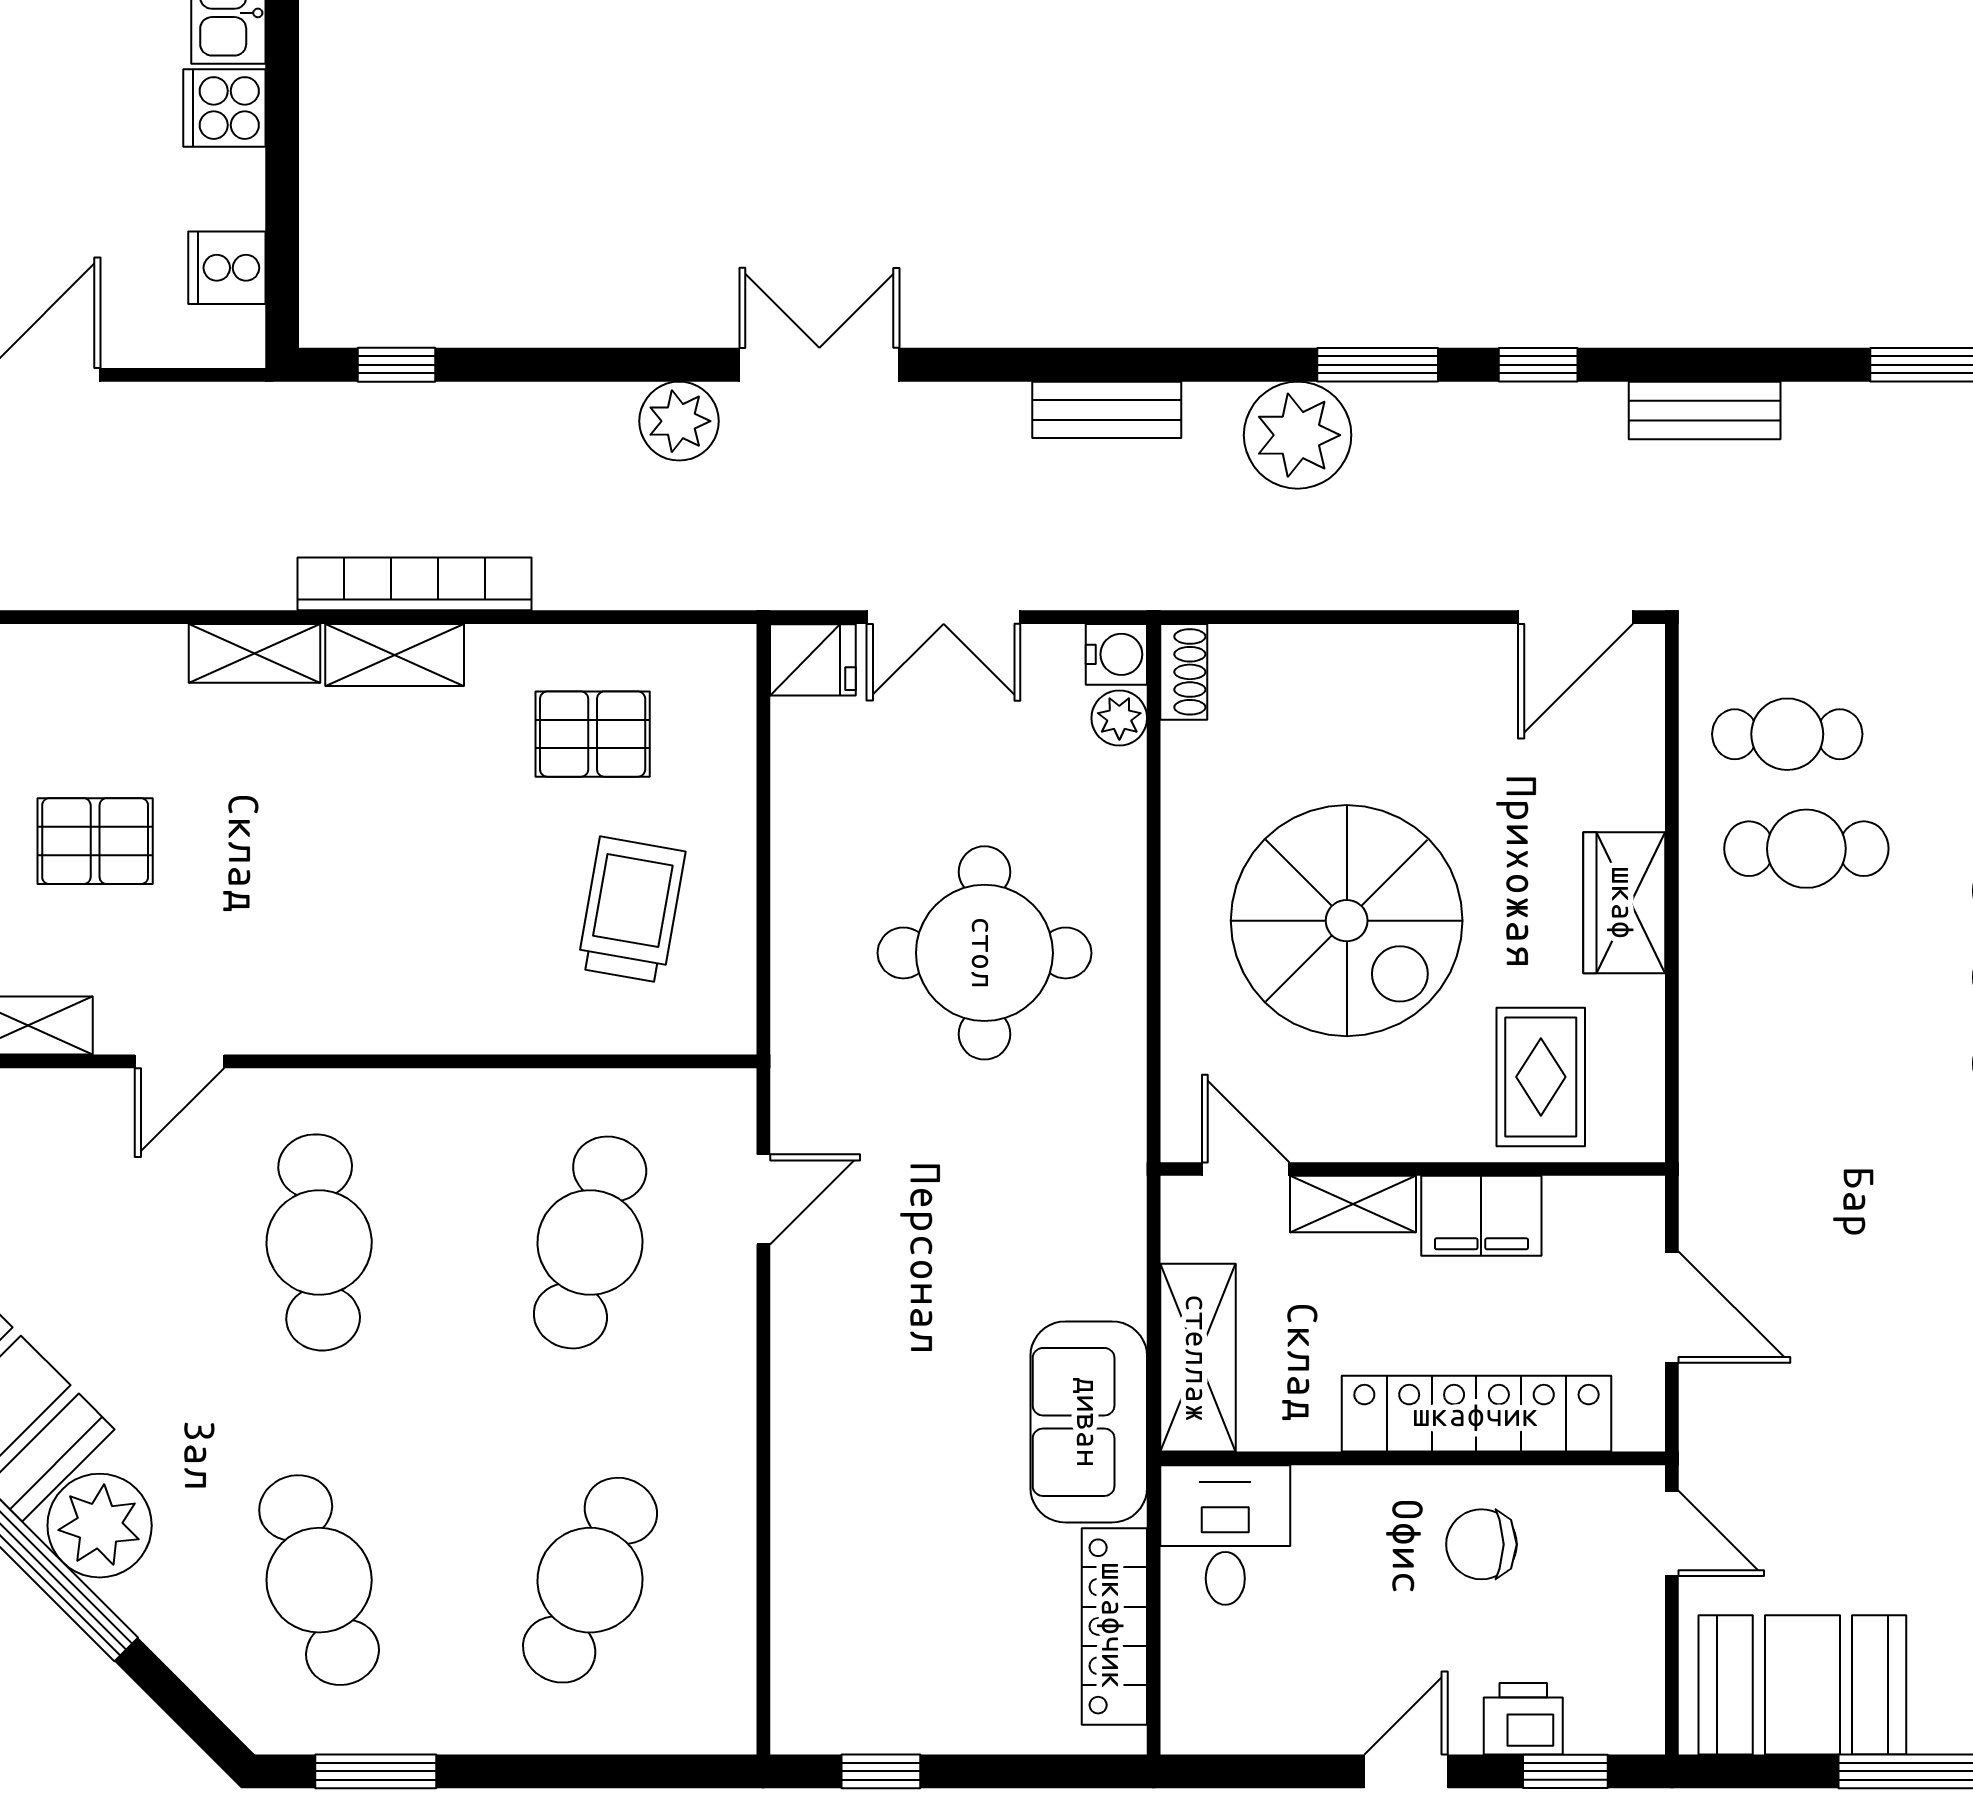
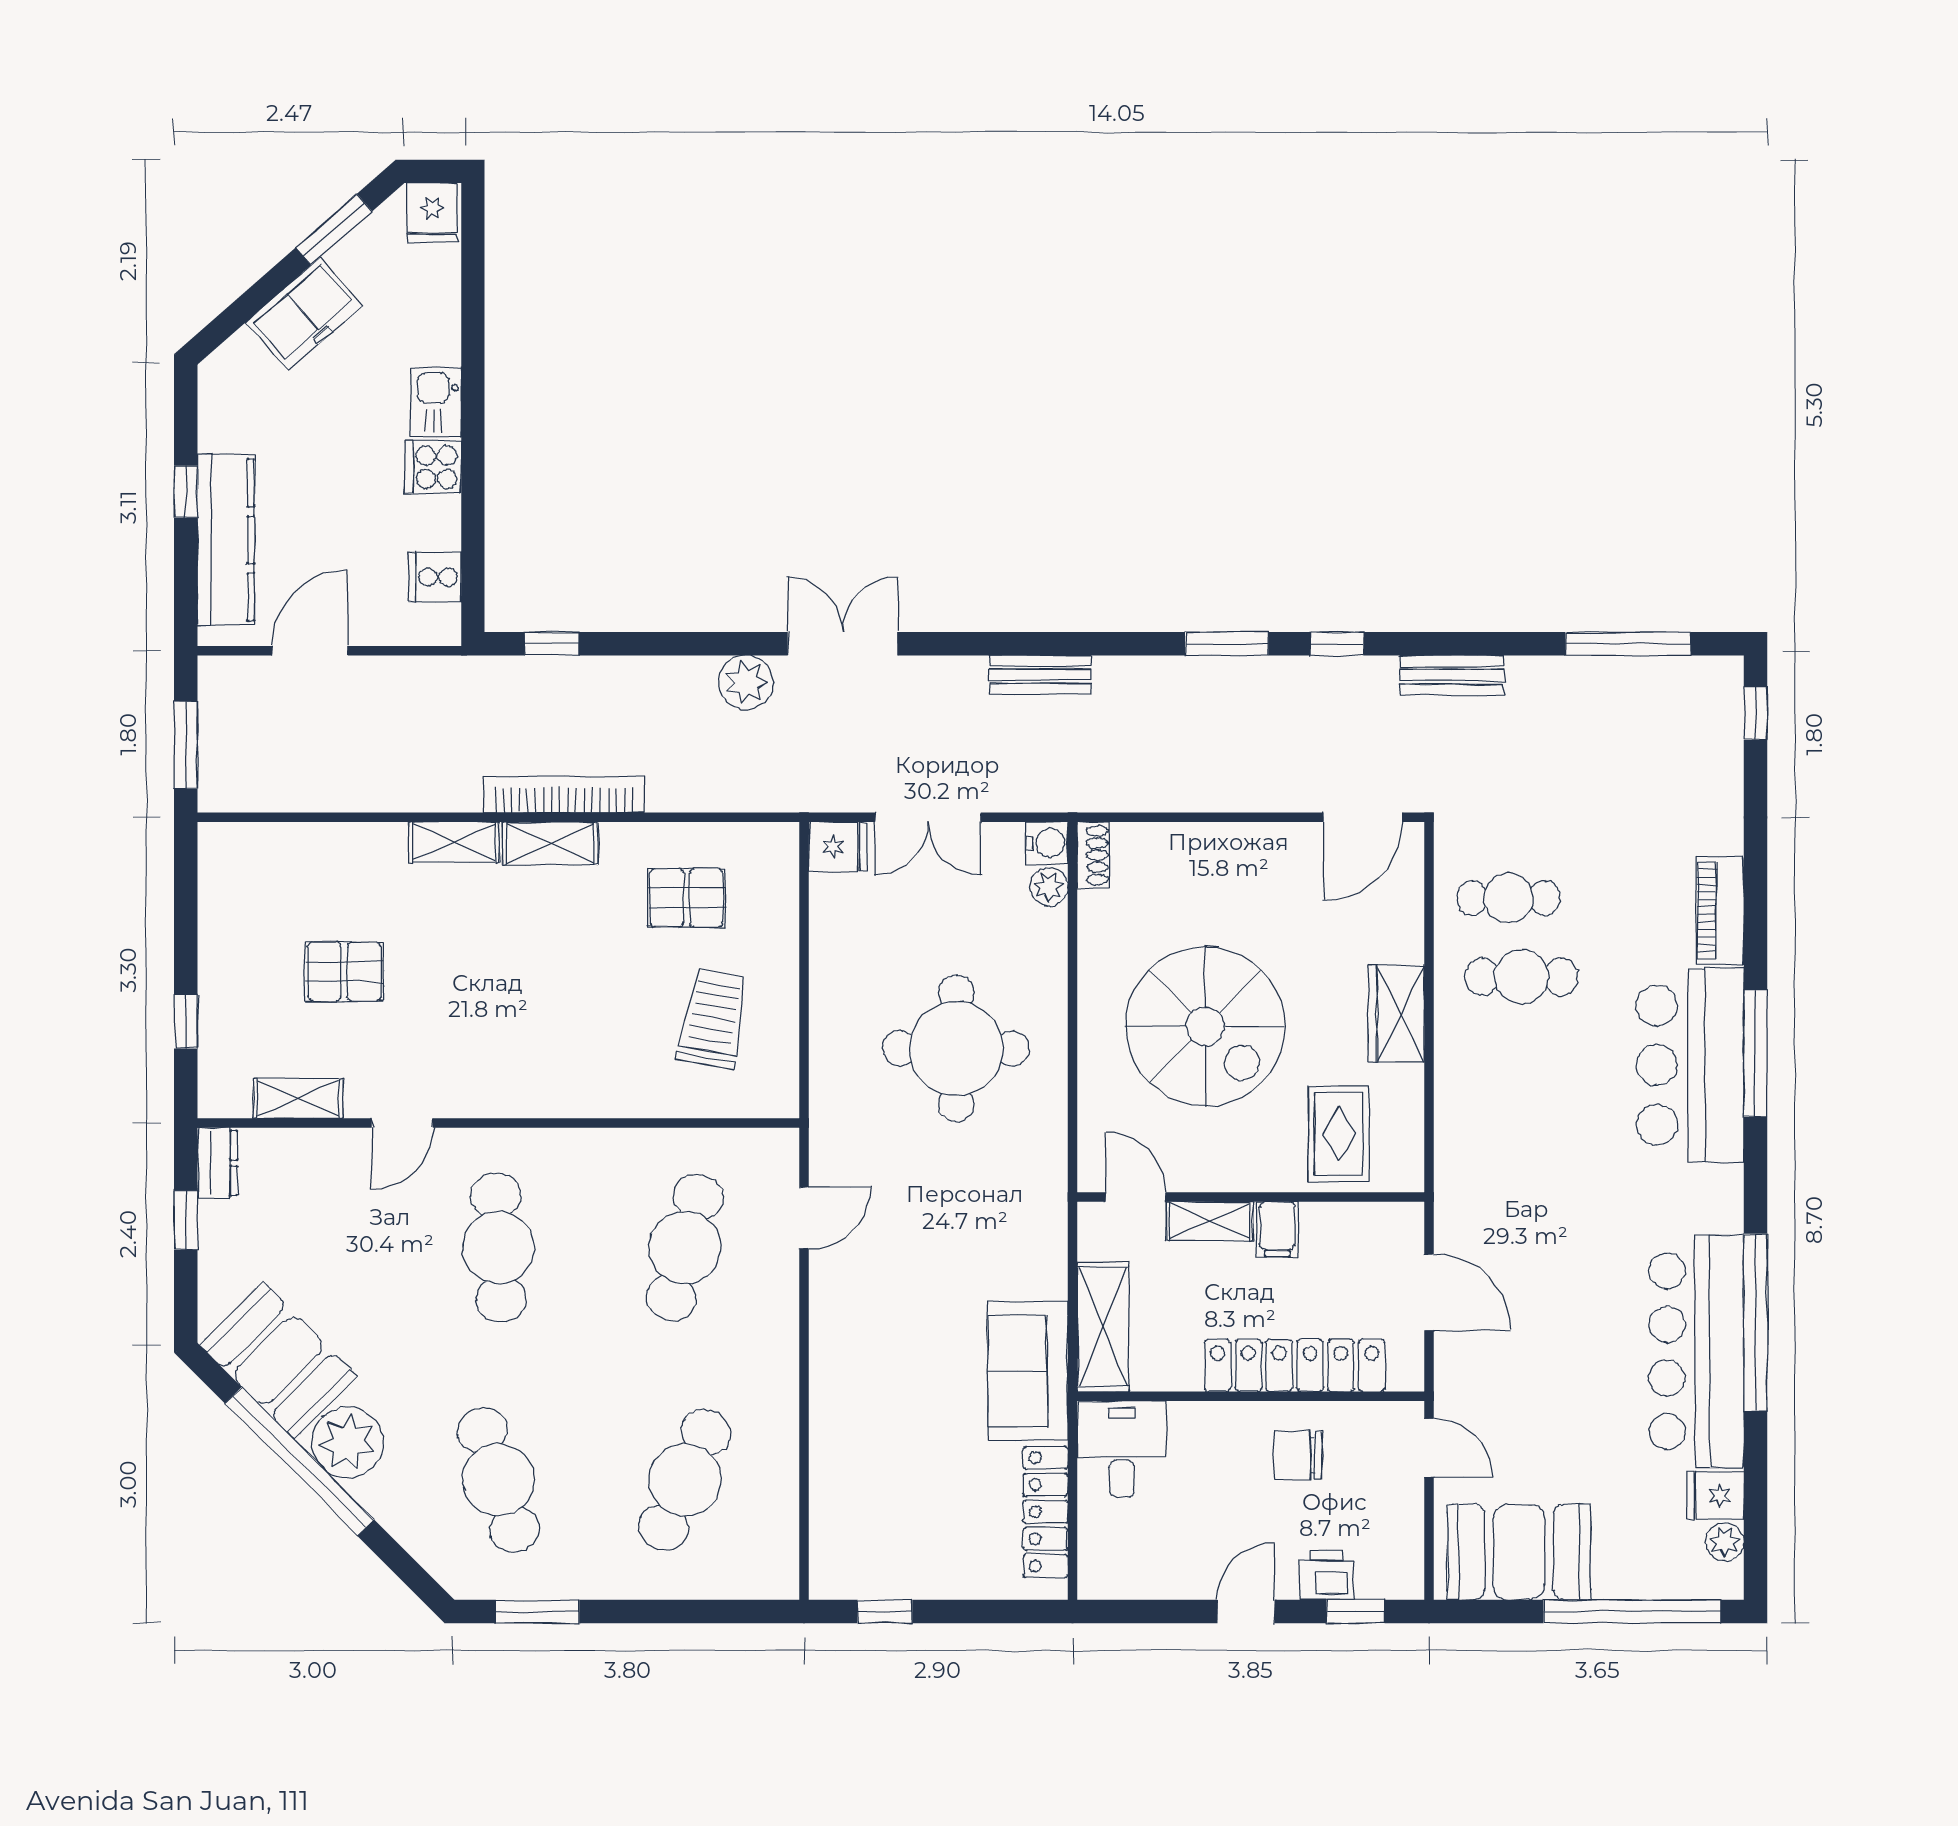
plant: (1298, 435) -> (1171, 692), removed
filing cabinet: (1481, 1216) -> (1277, 1229), width x0.50

